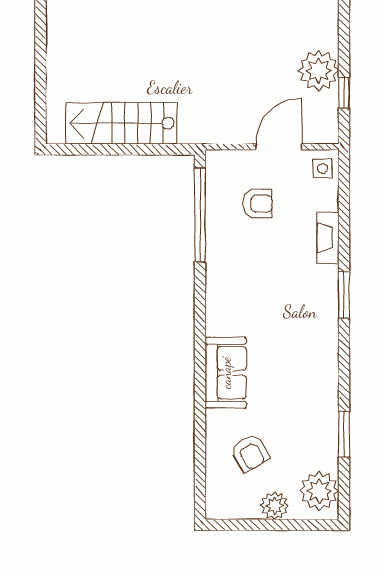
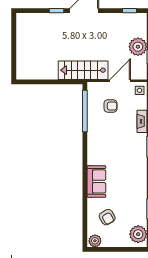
stairs: (121, 123) -> (83, 70), moved
plant: (275, 506) -> (95, 241), moved

